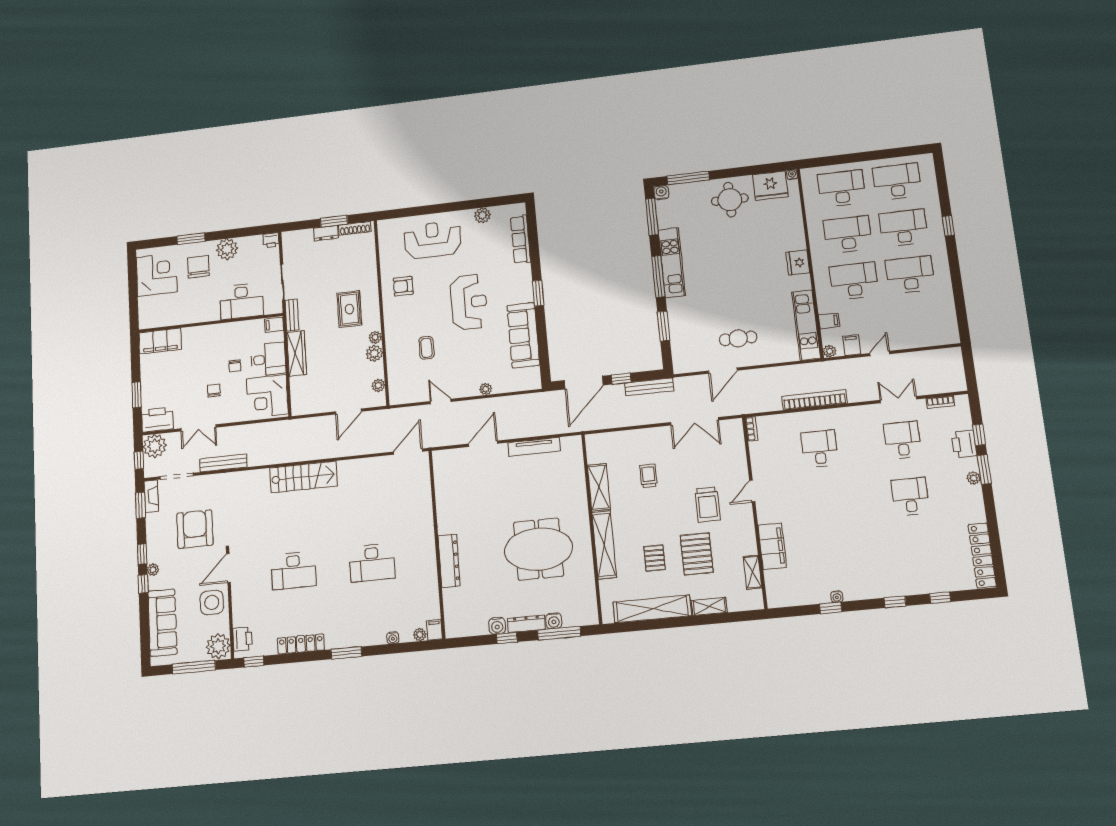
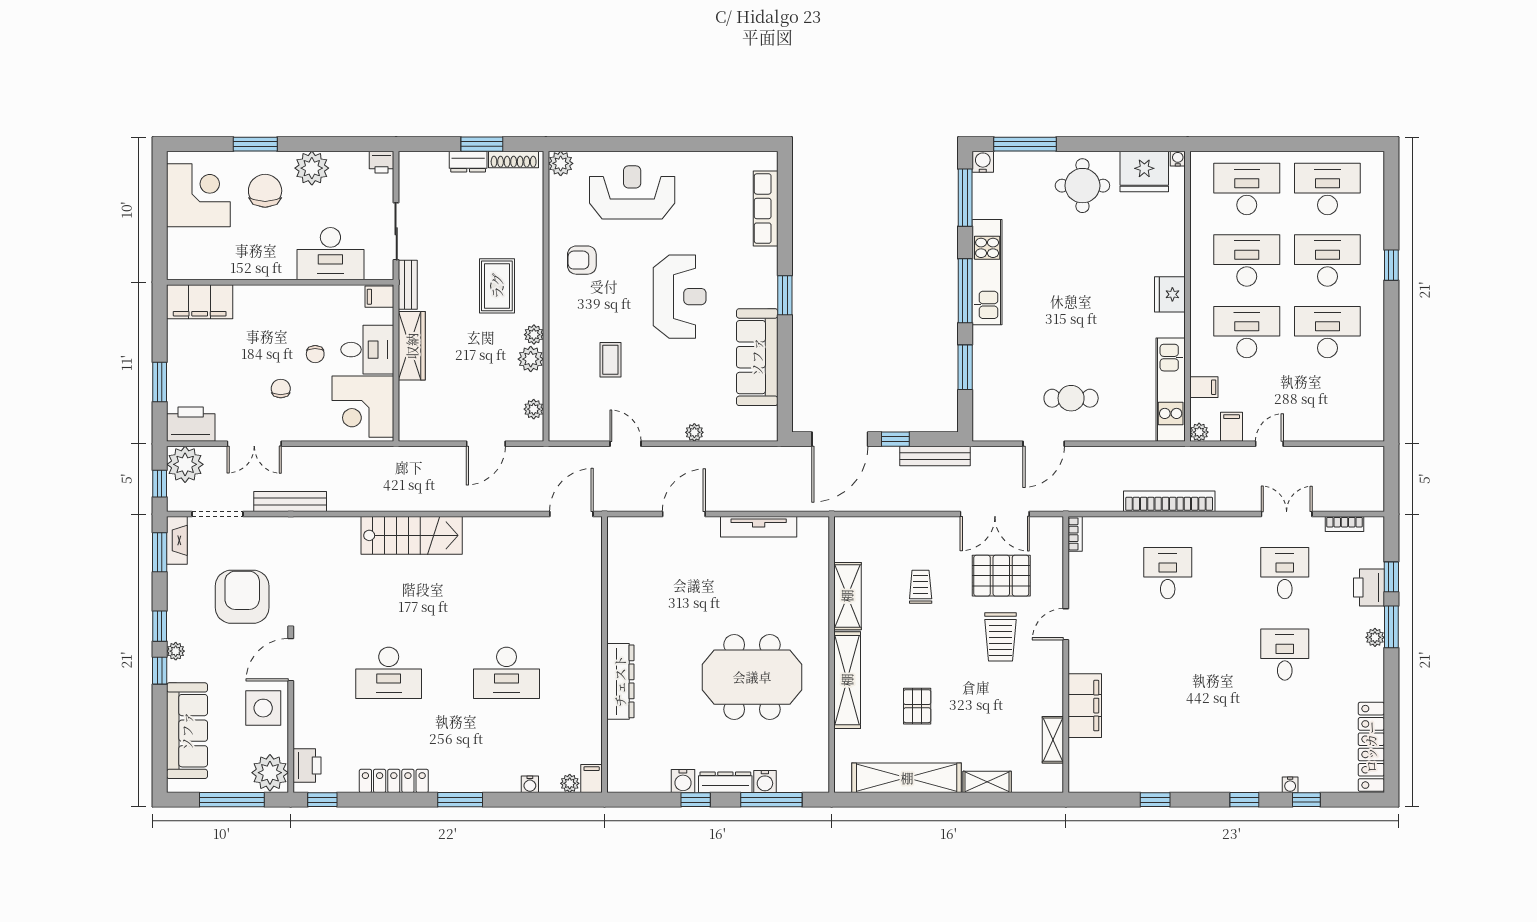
plant: (482, 215) -> (561, 163), moved
pallet: (697, 554) -> (1001, 576), moved, turned 90
water cooler: (837, 597) -> (1290, 785), moved

